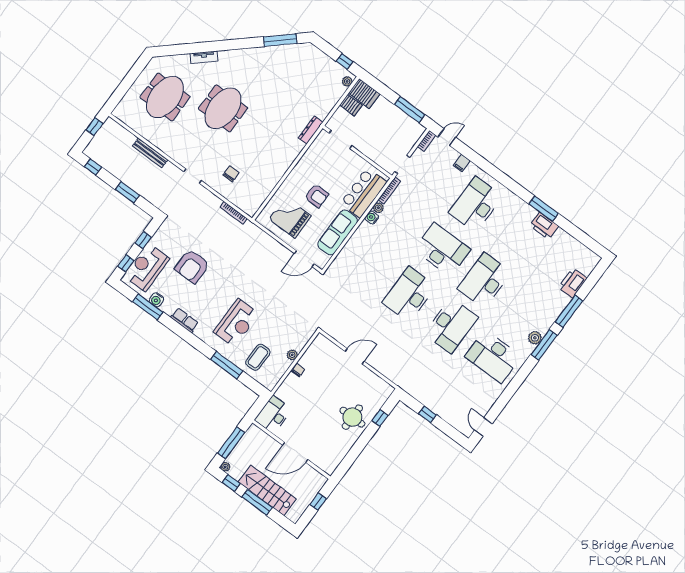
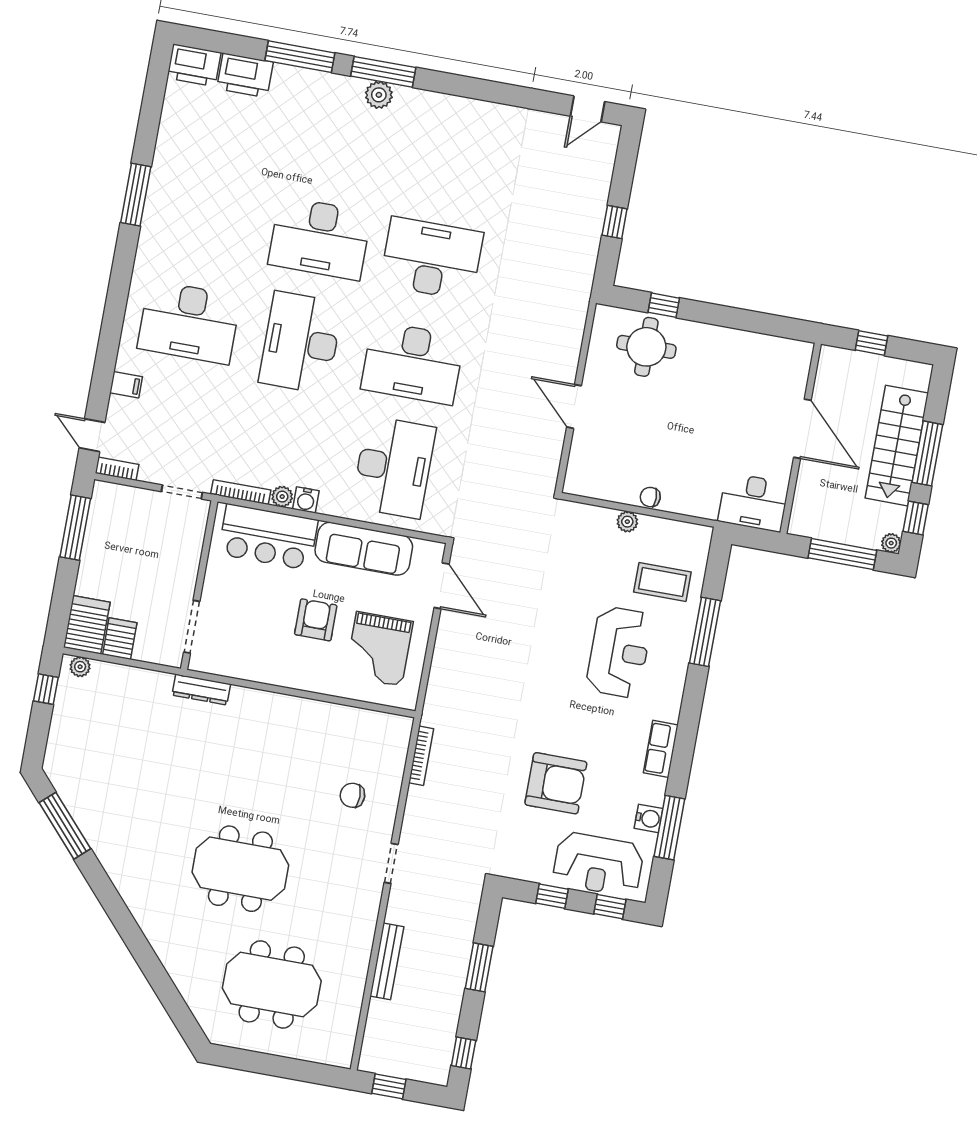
tv unit: (204, 57) -> (164, 949), removed
printer: (544, 226) -> (194, 65), moved, turned 90
reception desk: (236, 323) -> (619, 652), turned 90
desk: (493, 357) -> (394, 467), moved
round table: (352, 417) -> (646, 347), moved

